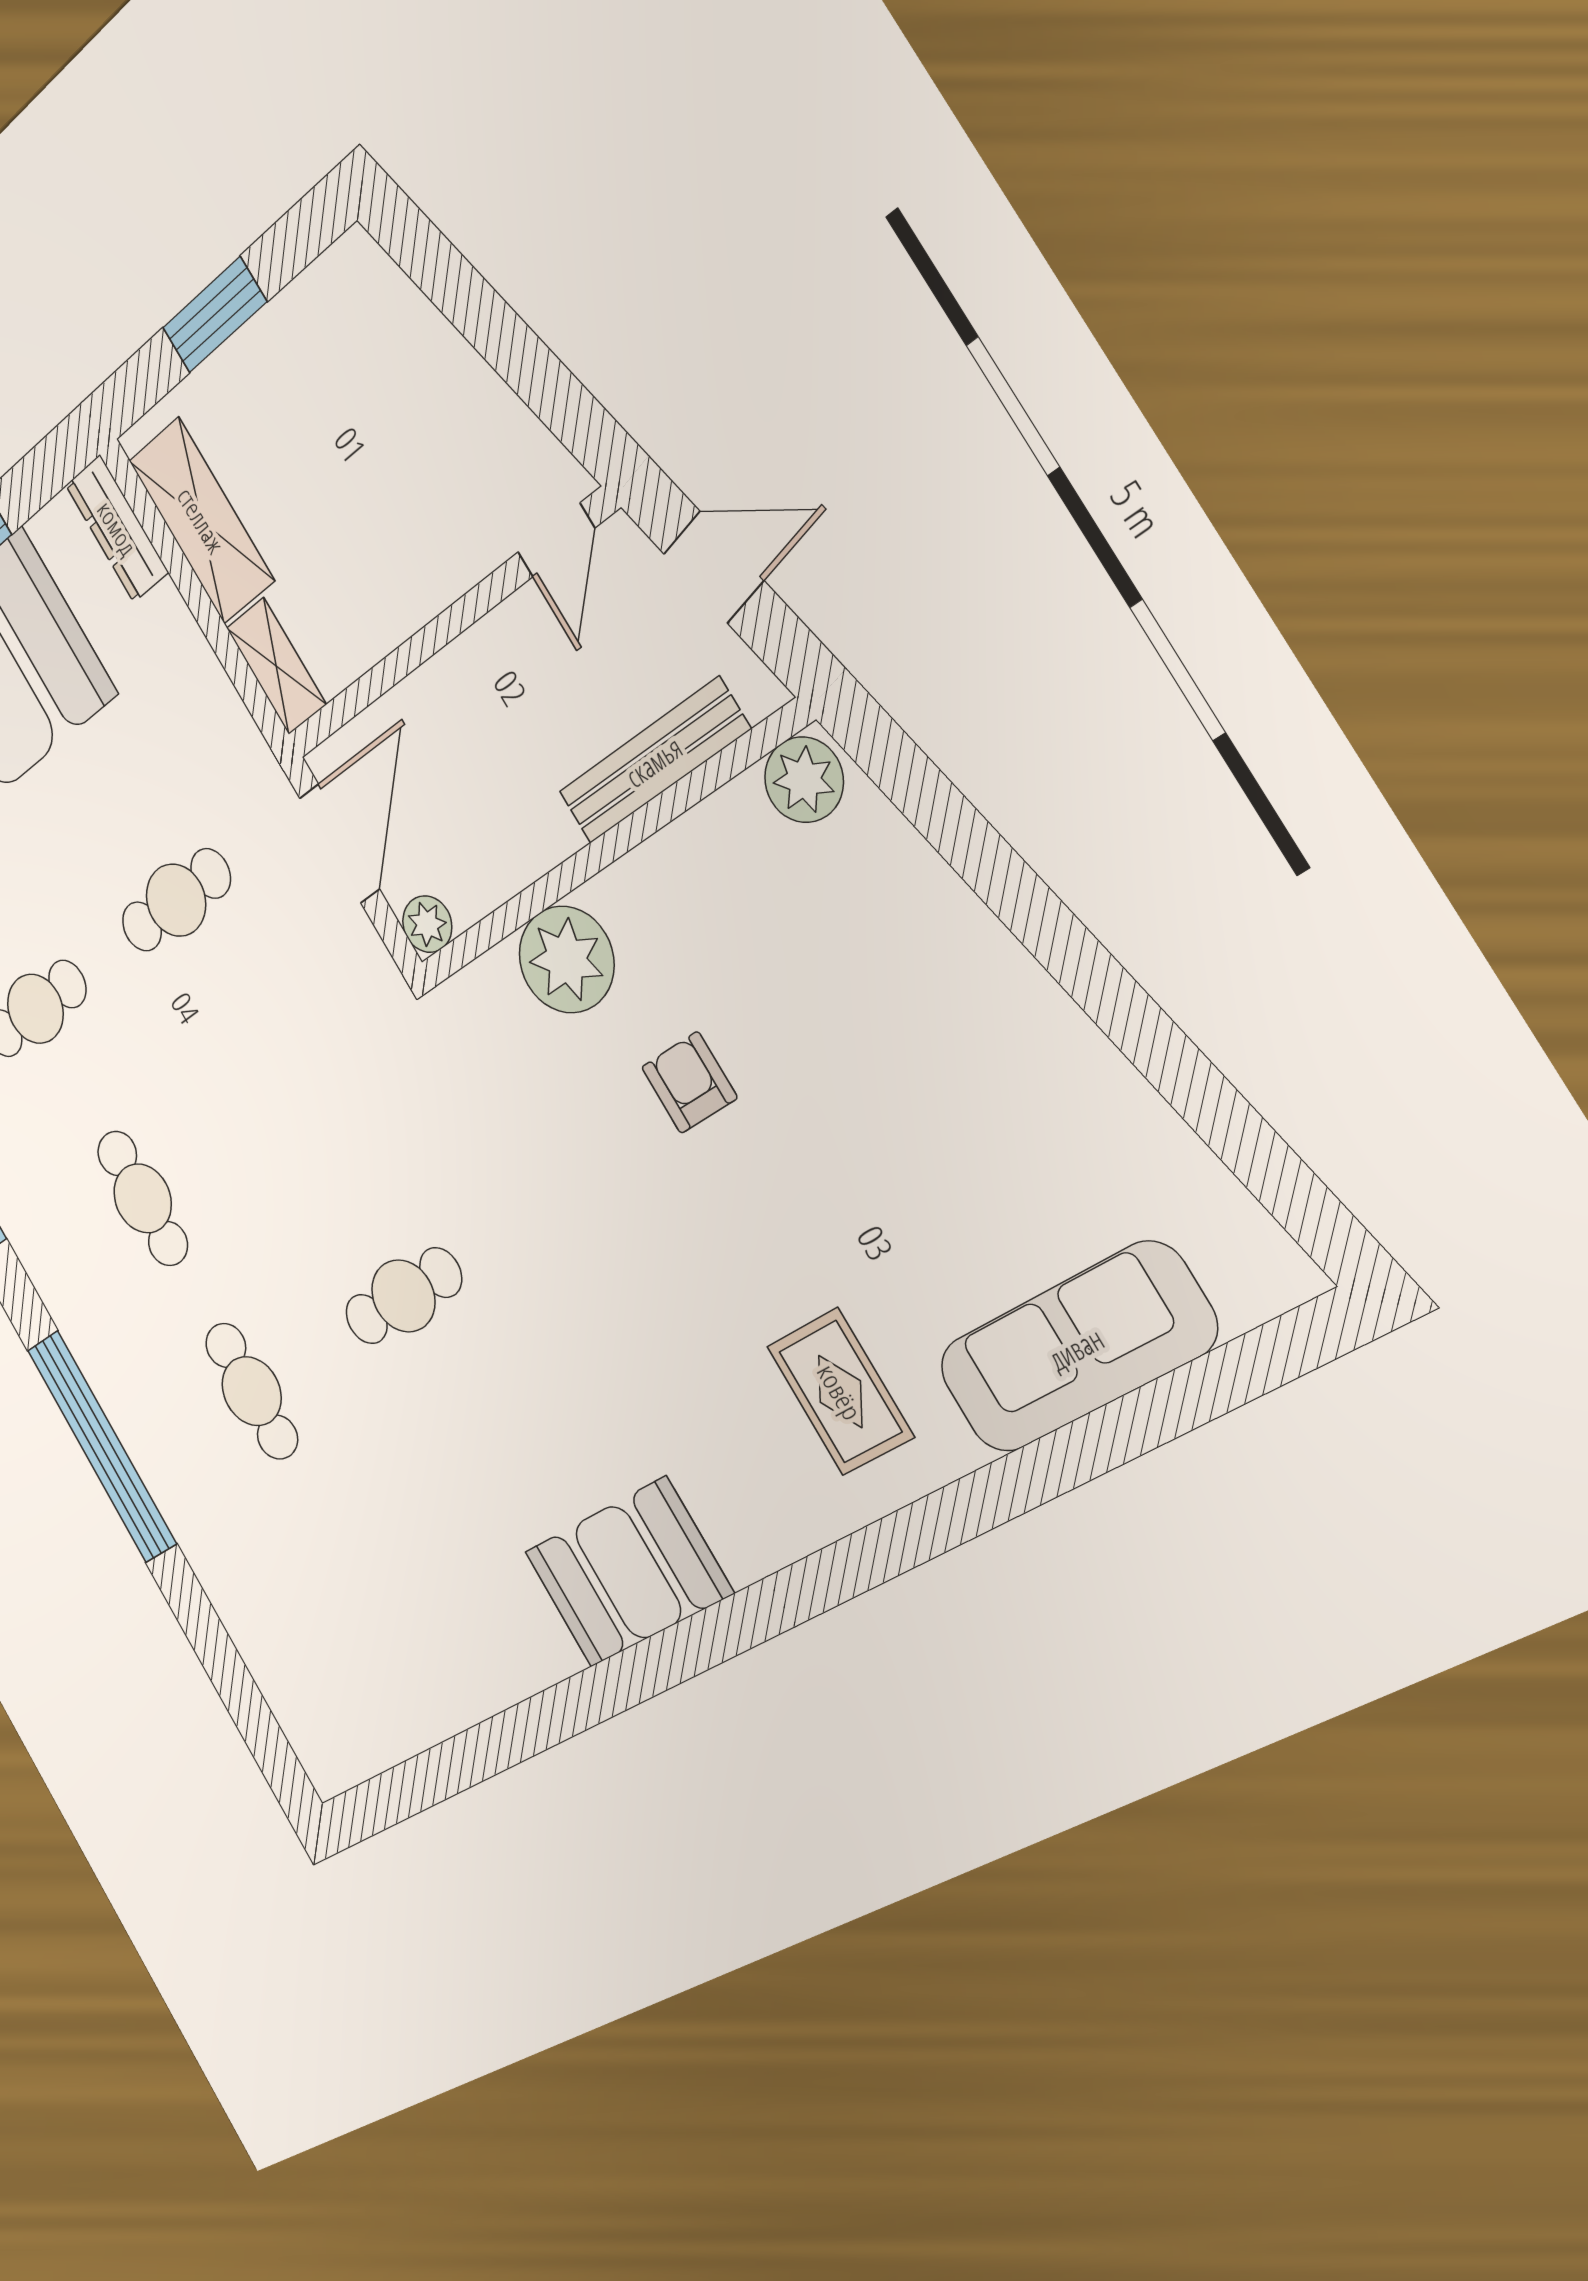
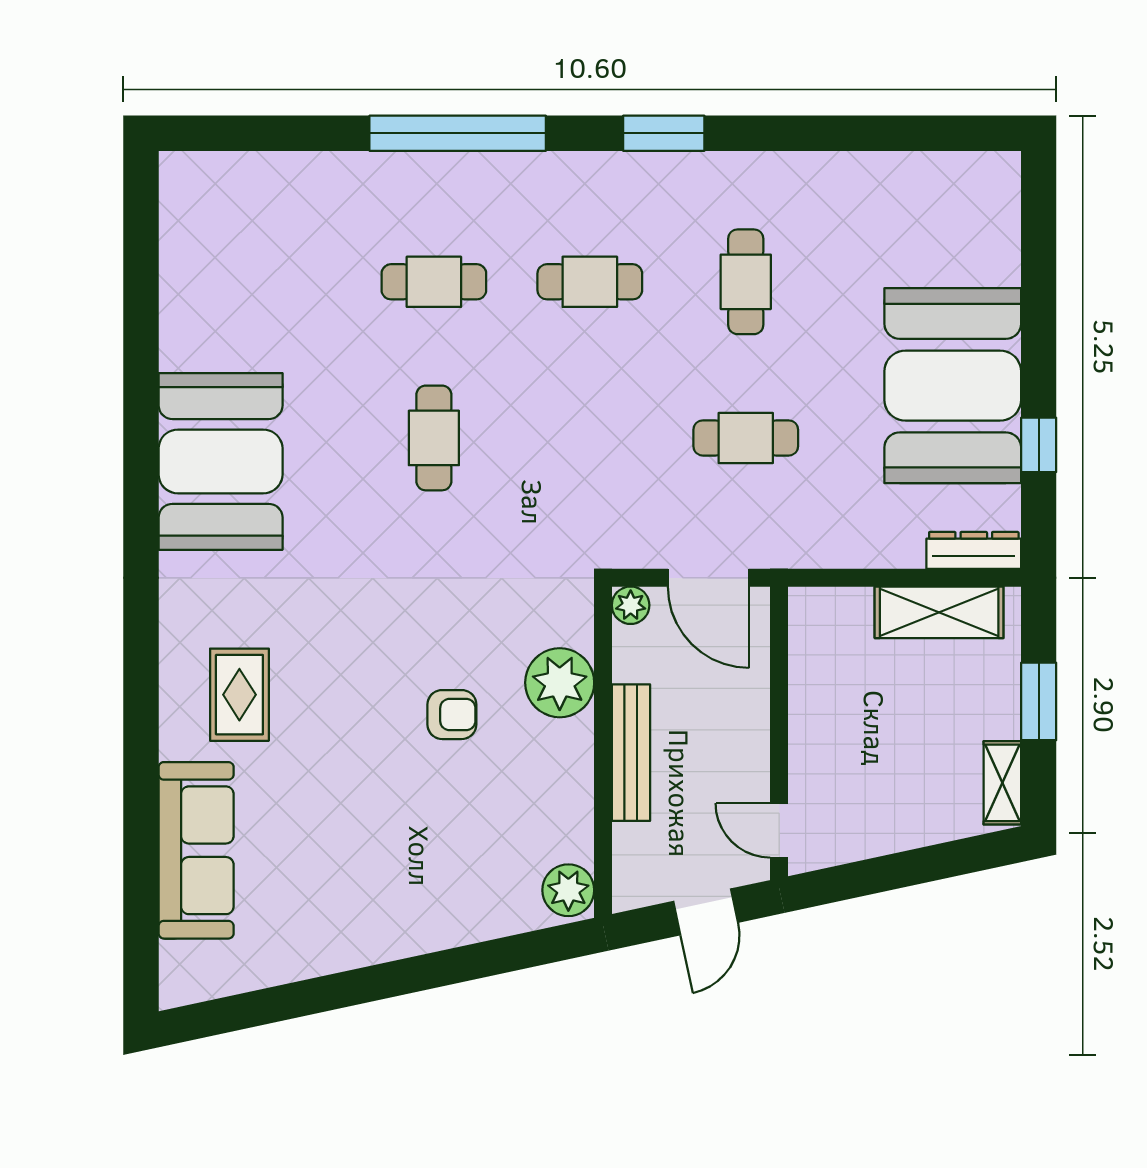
shelving: (276, 666) -> (1002, 783), moved, turned 90
bench: (654, 761) -> (631, 753), moved
cafe table: (176, 900) -> (746, 438), turned 90
rug: (840, 1392) -> (239, 695), turned 90
booth: (628, 1572) -> (221, 461), width x1.36, depth x1.42

